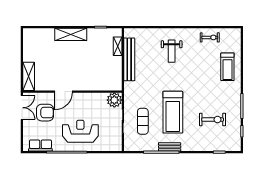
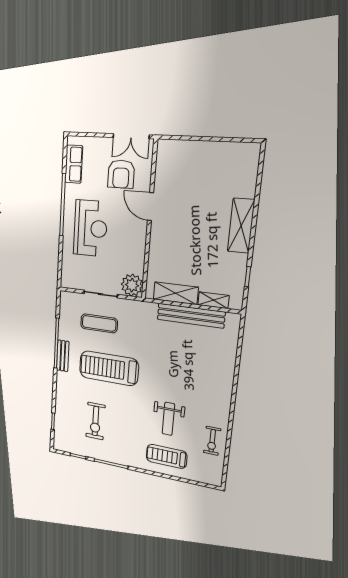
weight bench: (172, 51) -> (168, 419), moved, turned -90
shelving: (29, 76) -> (176, 293), moved

